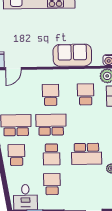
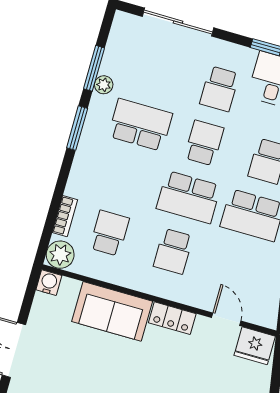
locker: (41, 61) -> (172, 318), added
door: (13, 69) -> (226, 319), hinge flipped
school desk: (86, 94) -> (109, 233), turned 180

